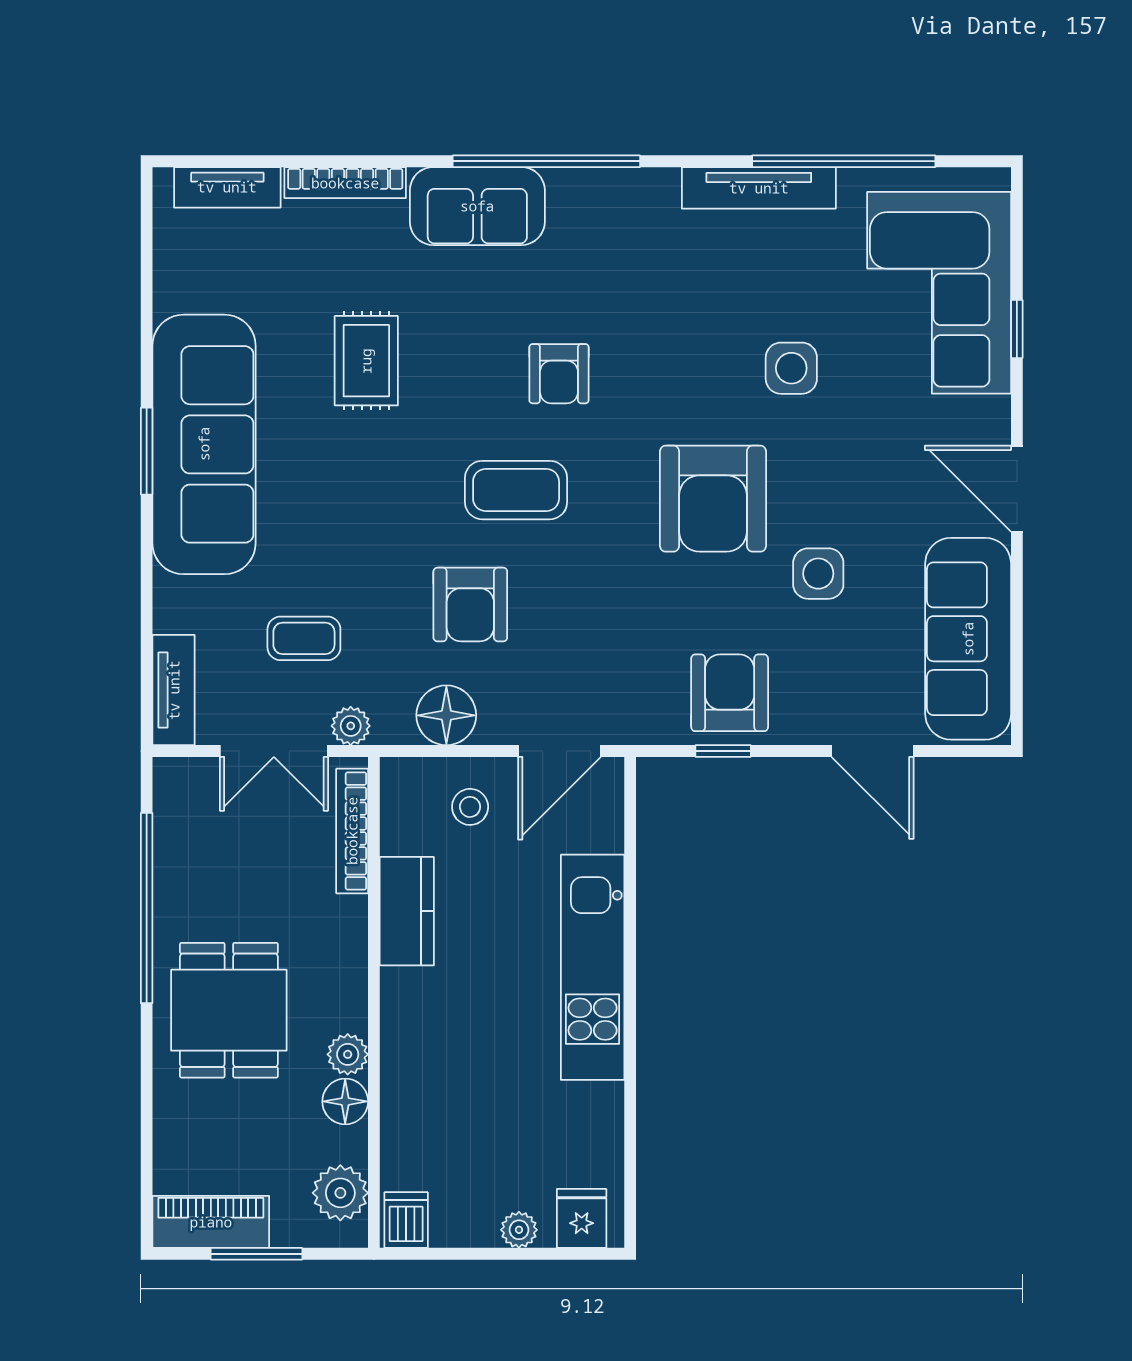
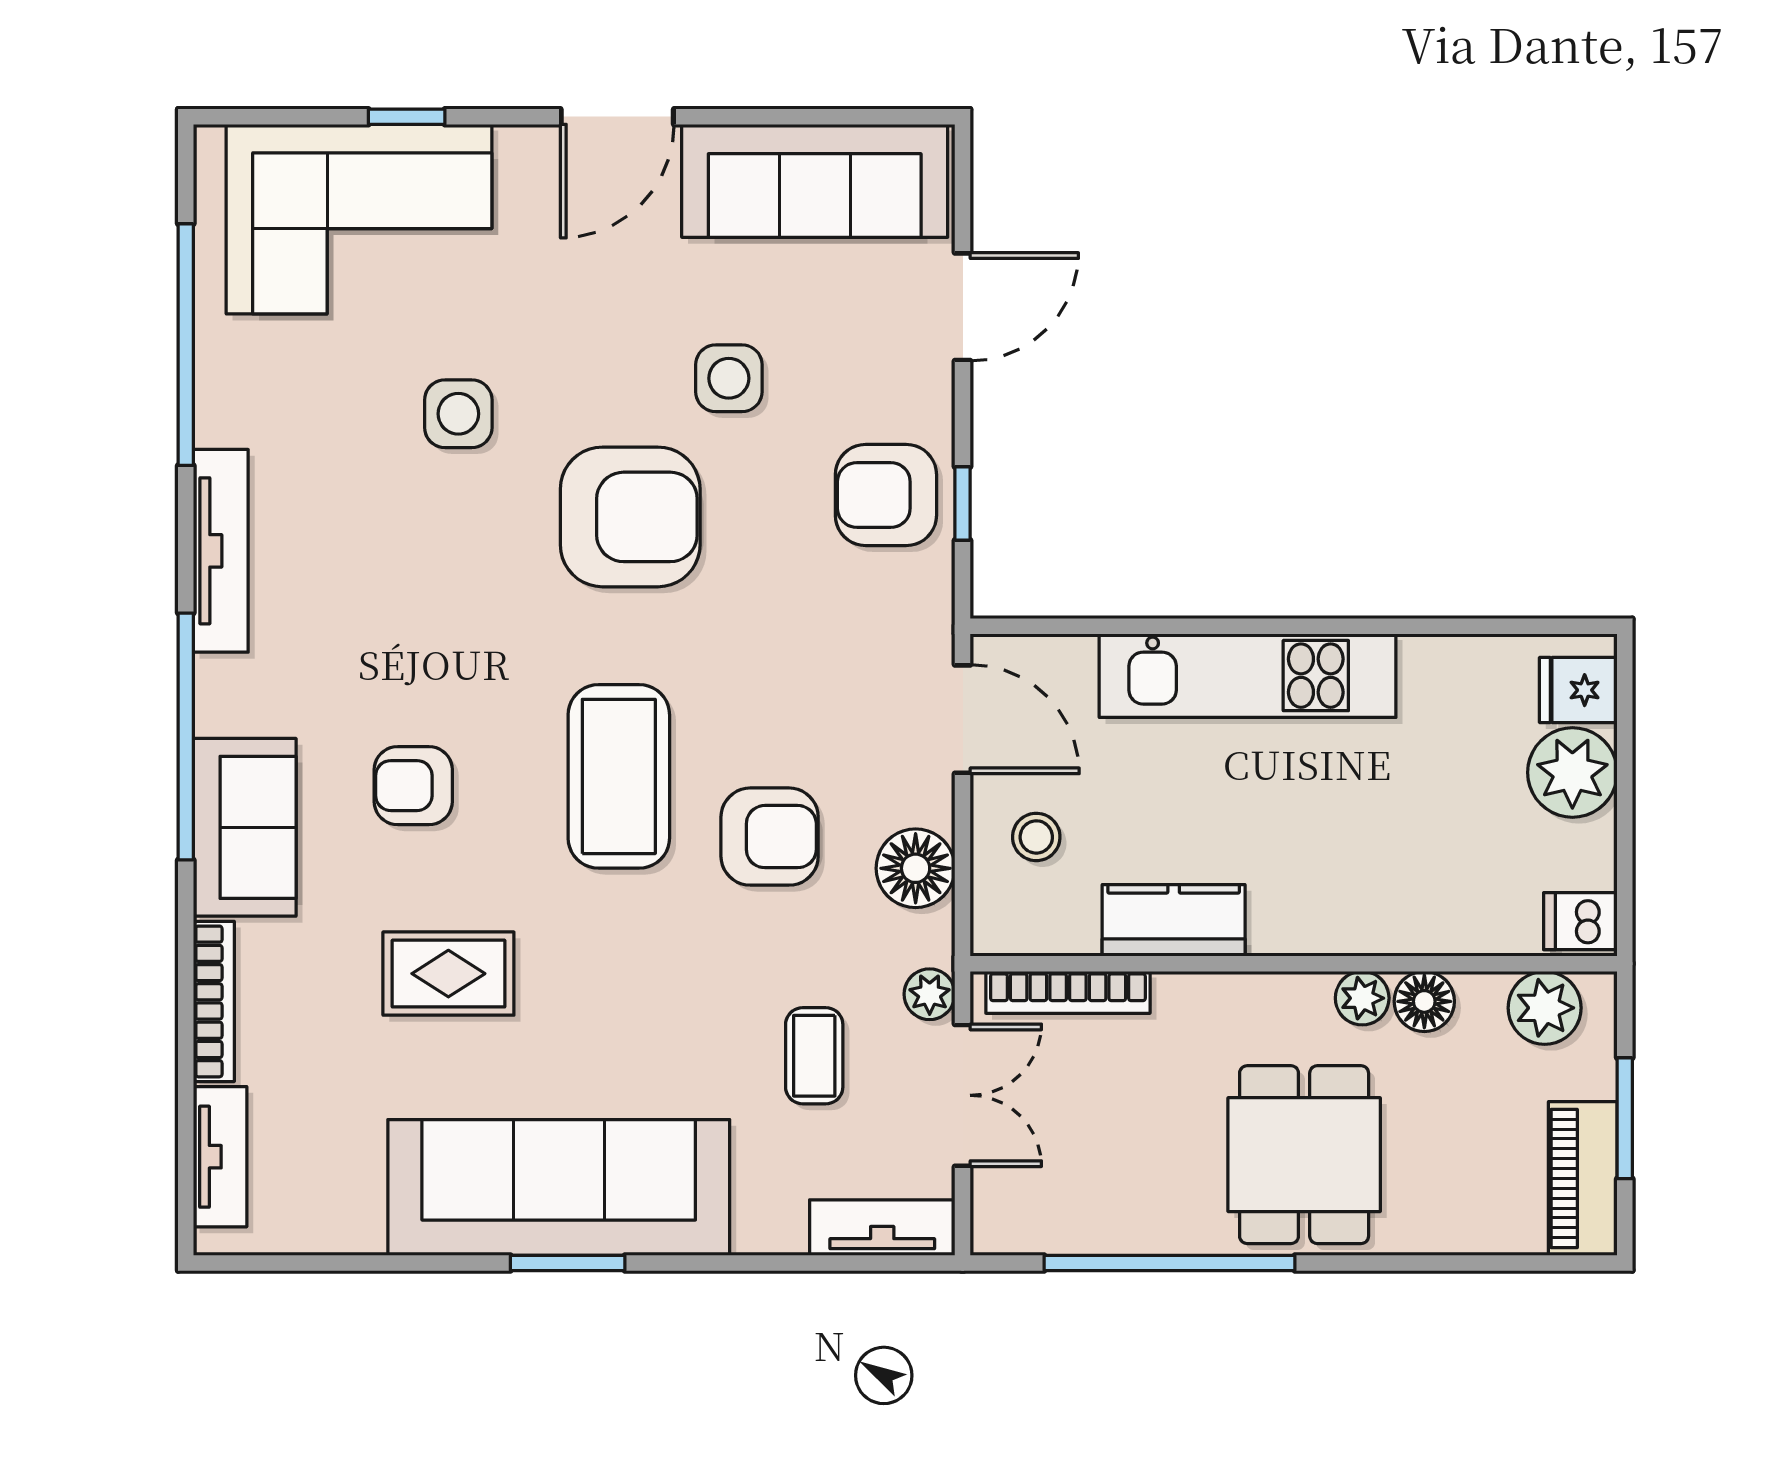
tv unit: (759, 188) -> (221, 551), moved
armchair: (559, 374) -> (413, 786), moved, turned 180
coffee table: (516, 490) -> (619, 776), width x1.36, depth x1.32
dining table: (229, 1010) -> (1304, 1155), turned 90
plant: (519, 1230) -> (1572, 772), width x1.87, depth x1.87

